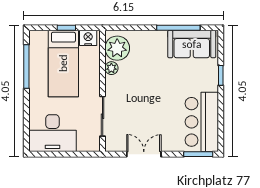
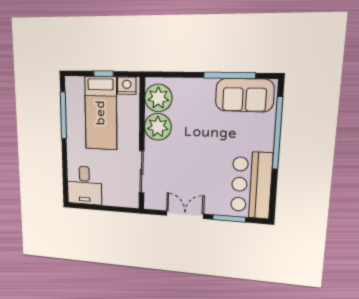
plant: (111, 68) -> (158, 127), width x1.87, depth x1.87
window: (221, 75) -> (278, 133), width x3.17
desk: (52, 133) -> (84, 185), width x0.73
window: (198, 154) -> (229, 218), moved

